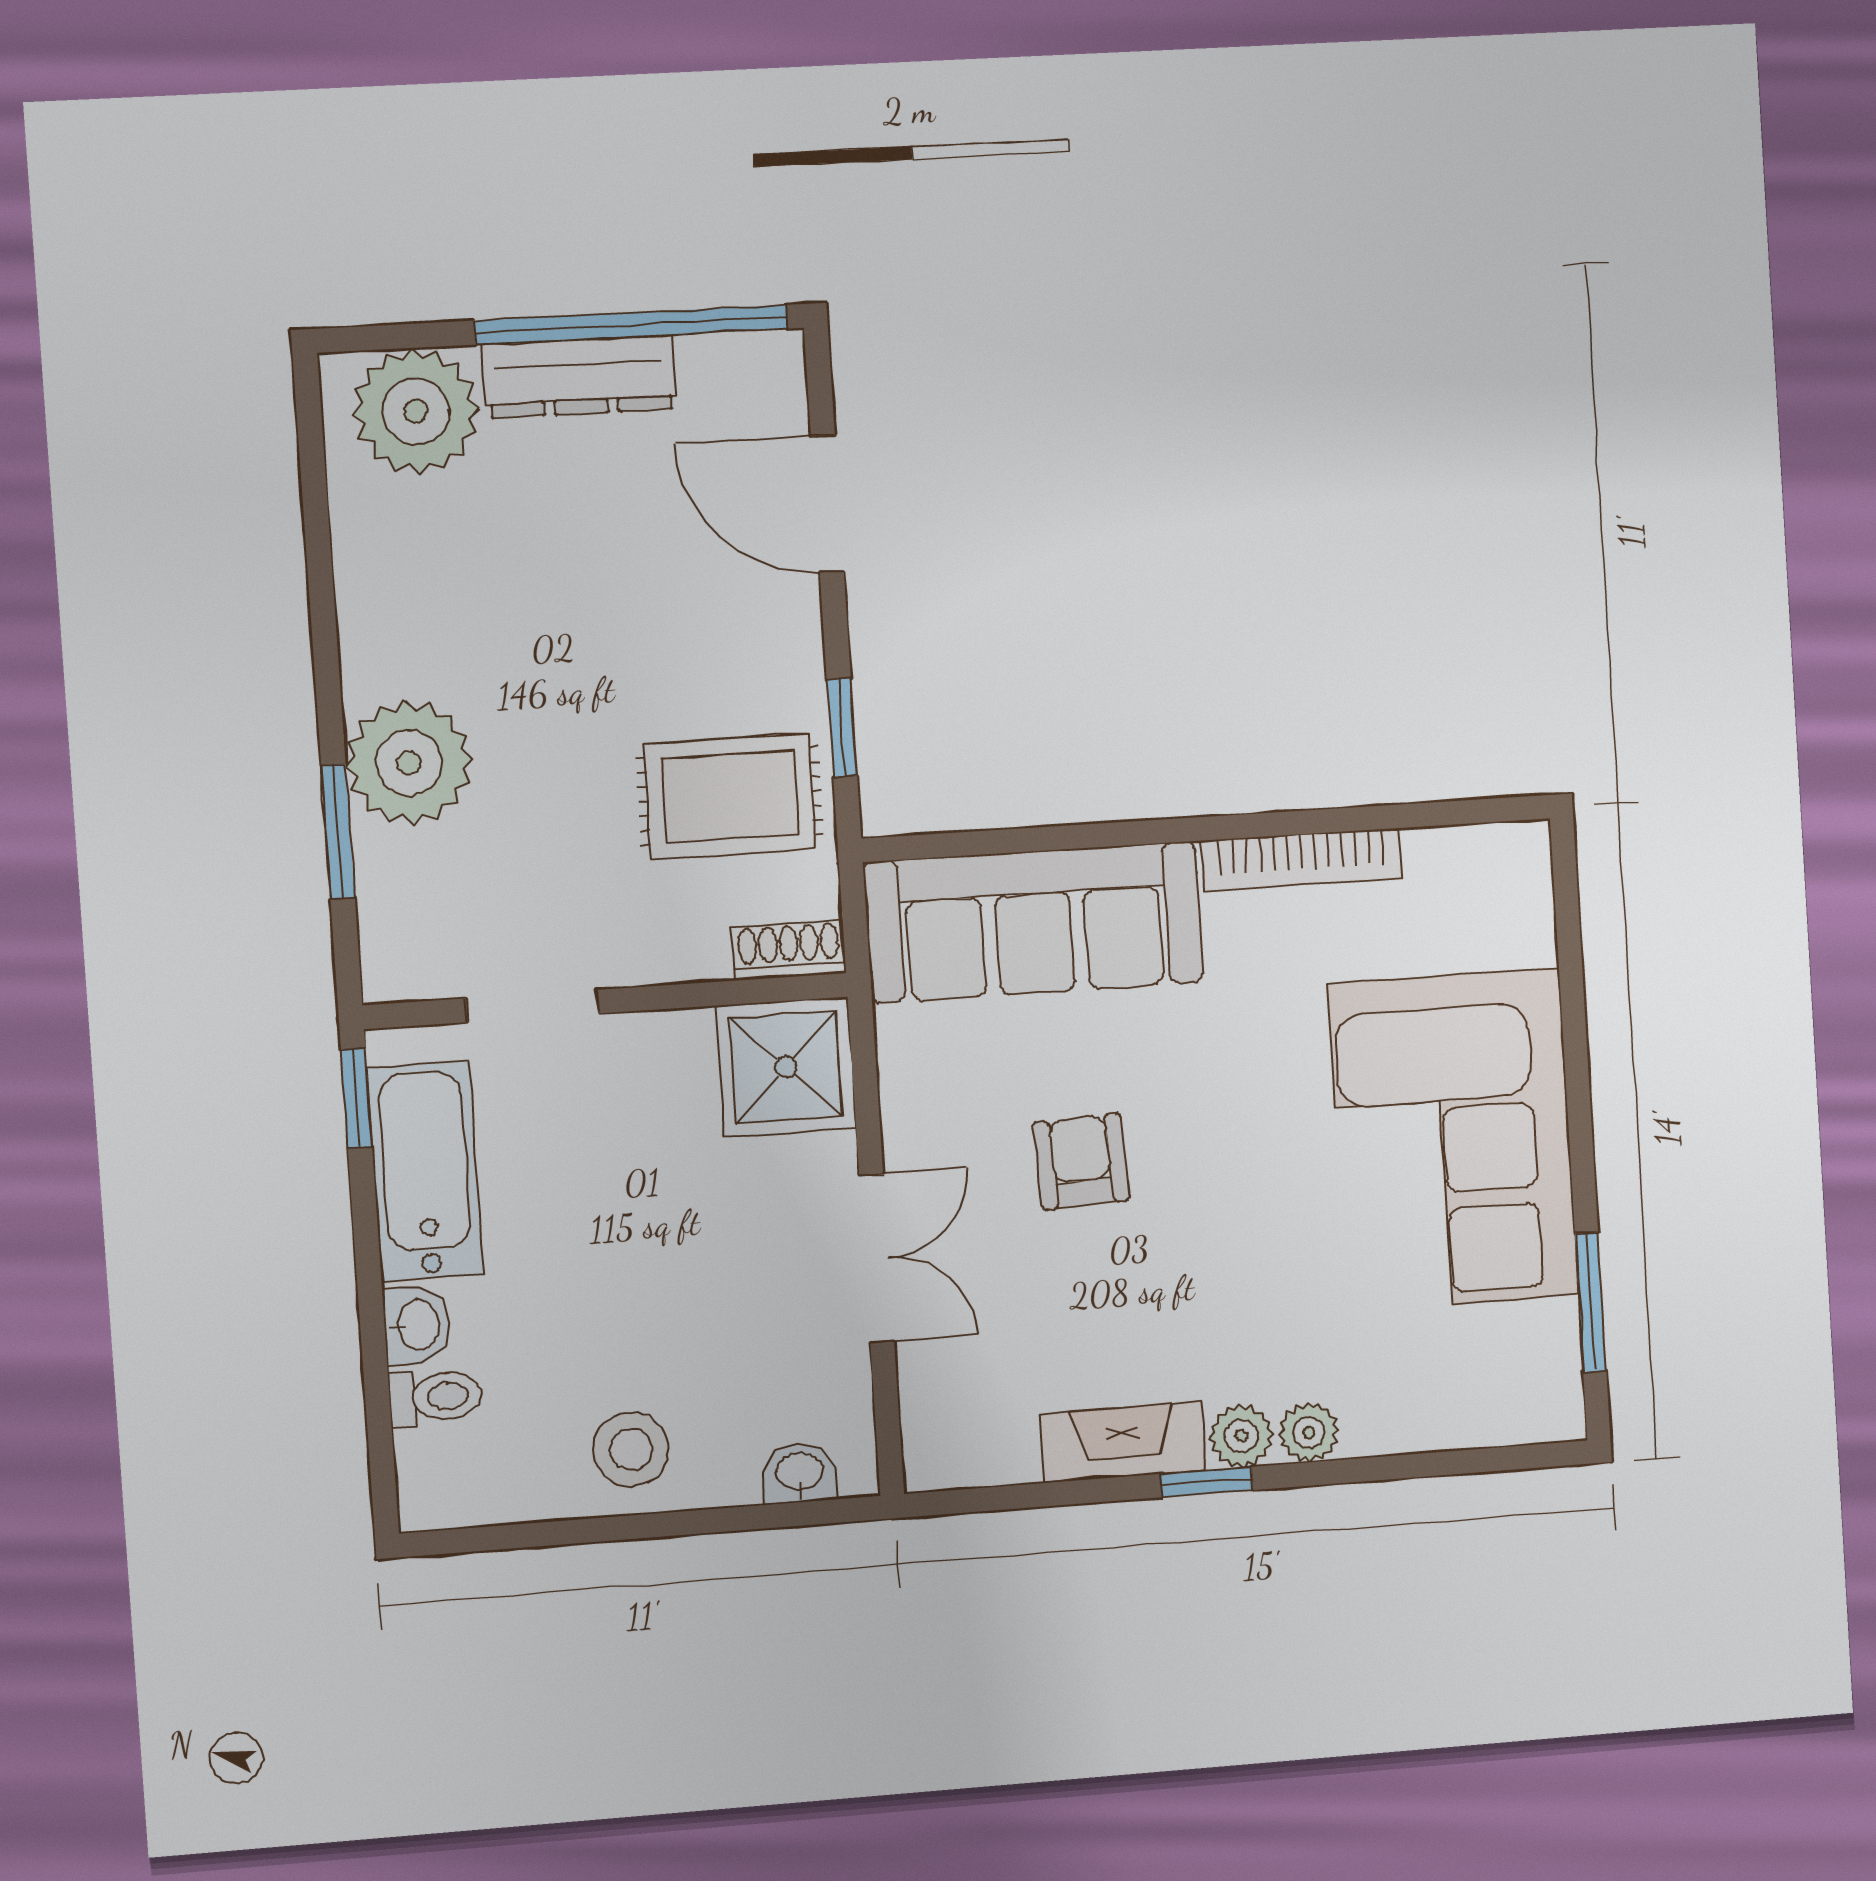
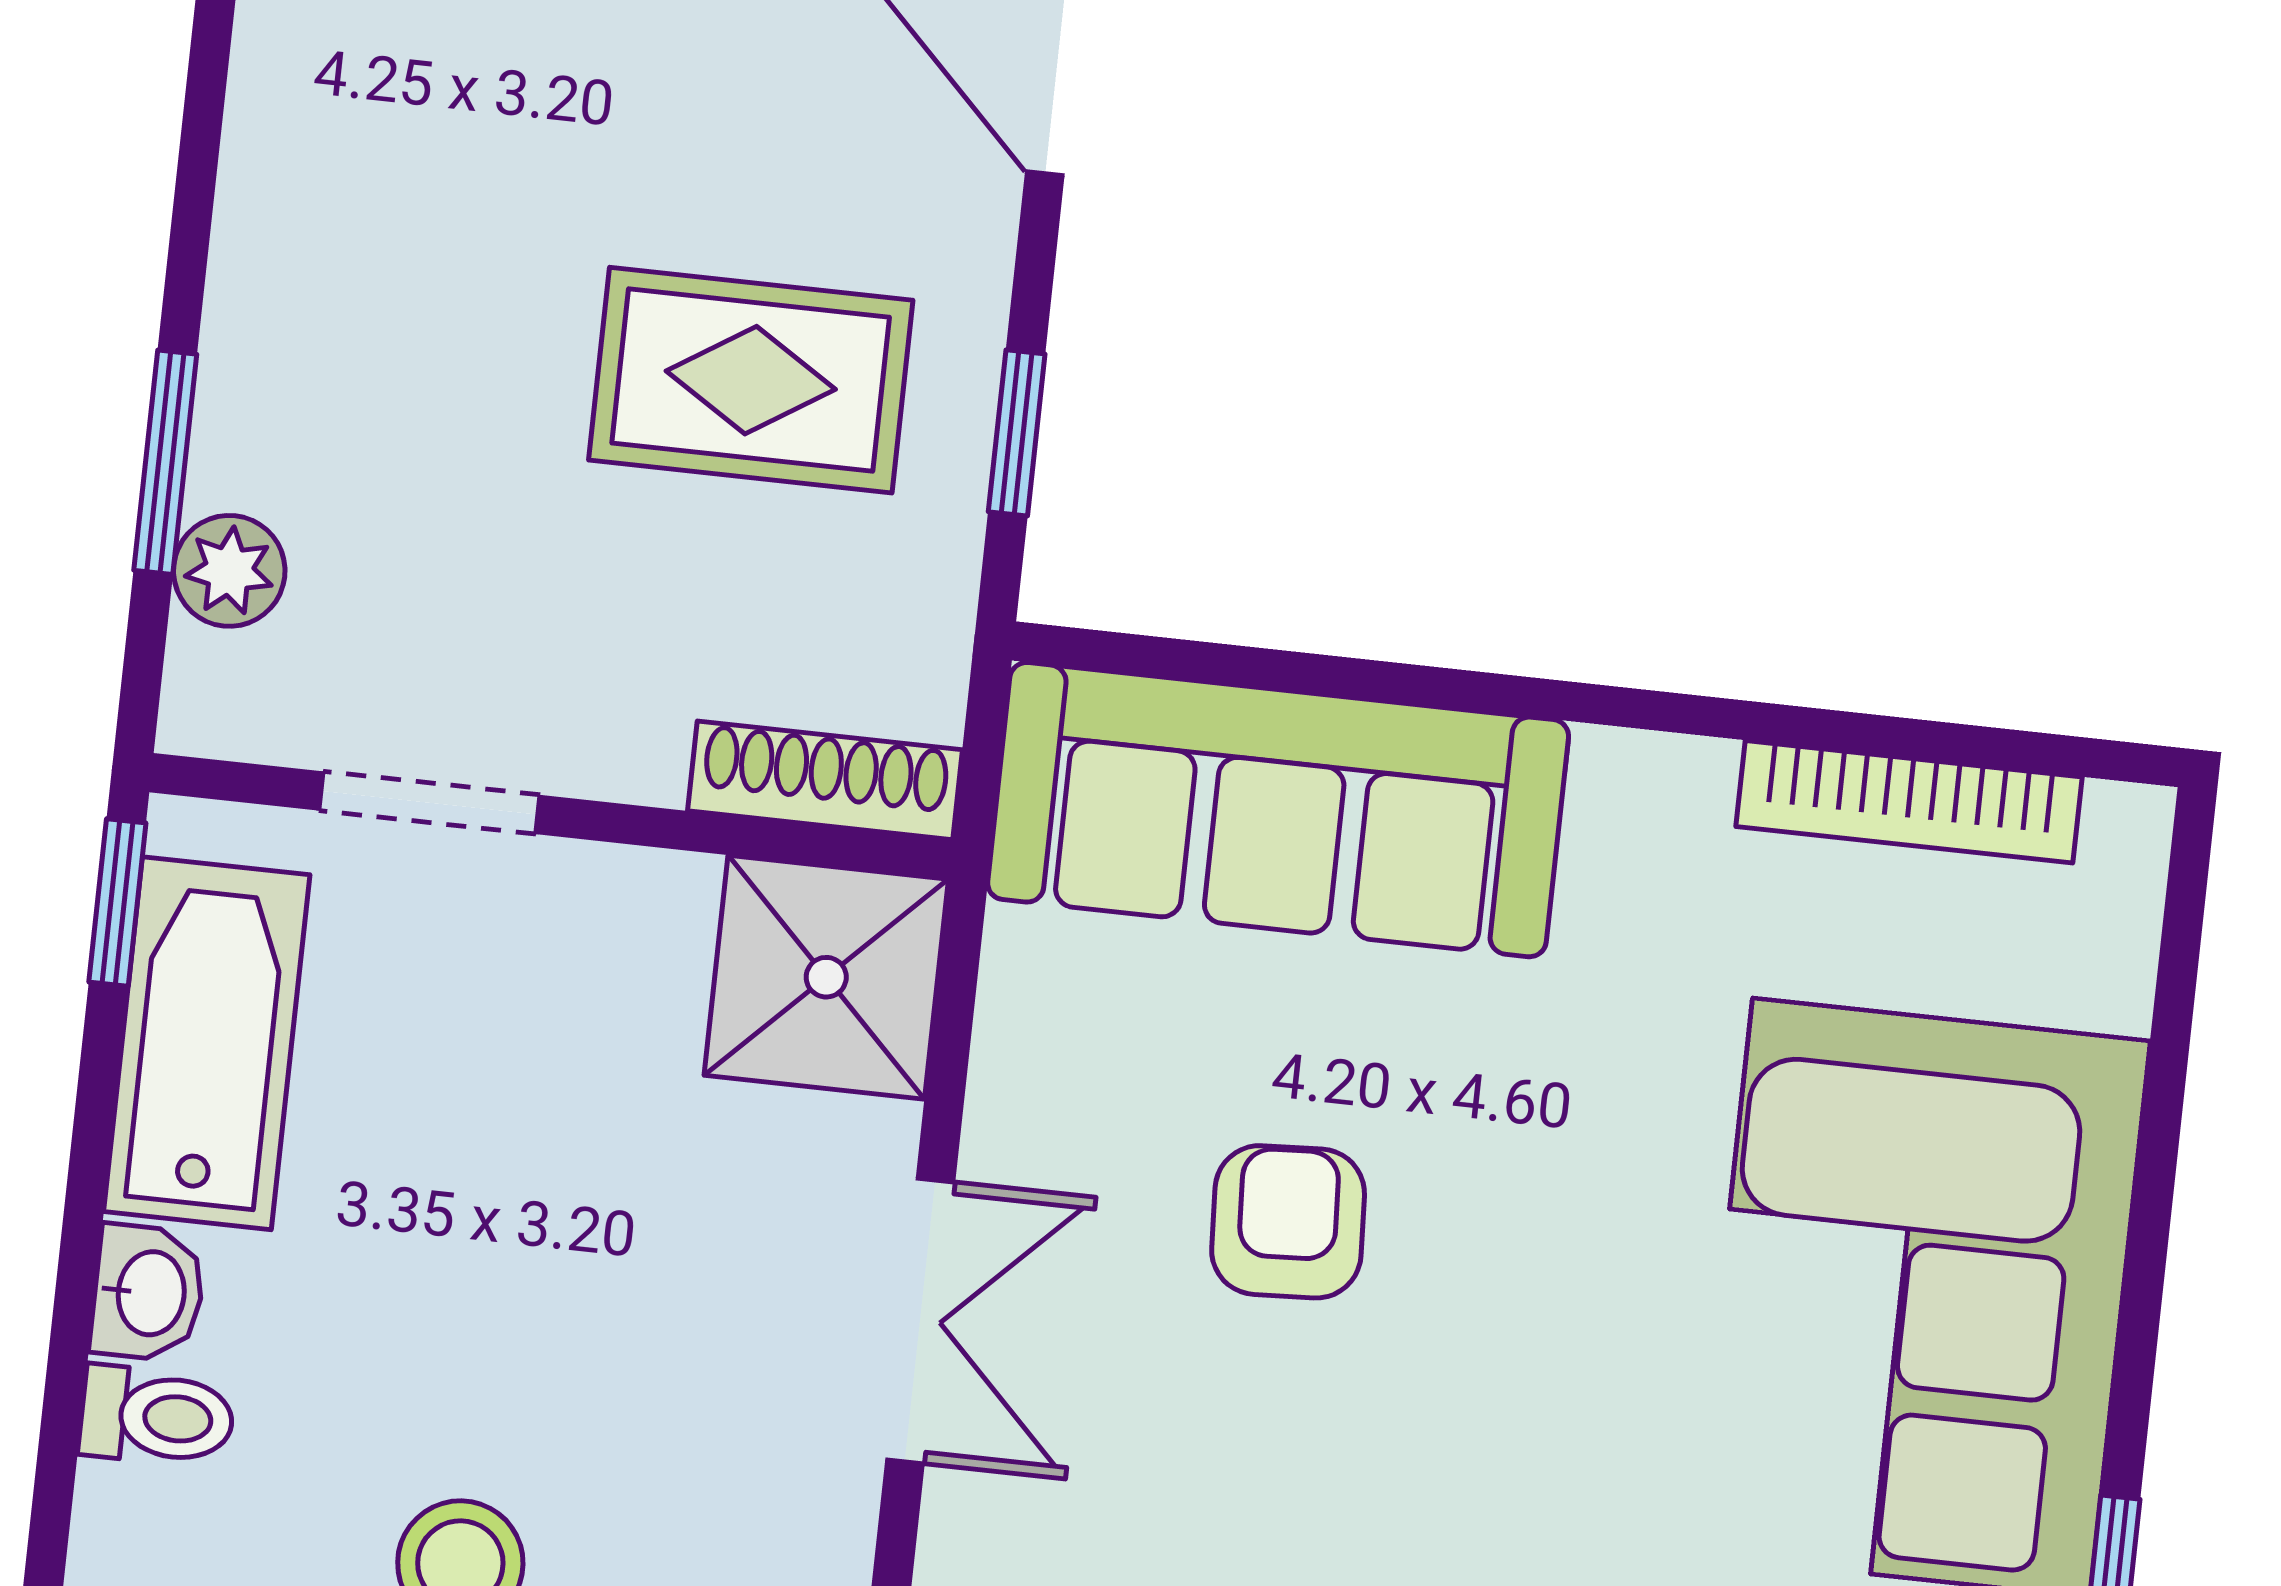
plant: (409, 763) -> (229, 571), moved, width x0.53, depth x0.53
rug: (730, 796) -> (751, 380), moved
bookcase: (1301, 860) -> (1909, 802), moved
shoe rack: (789, 950) -> (825, 780), width x1.43

